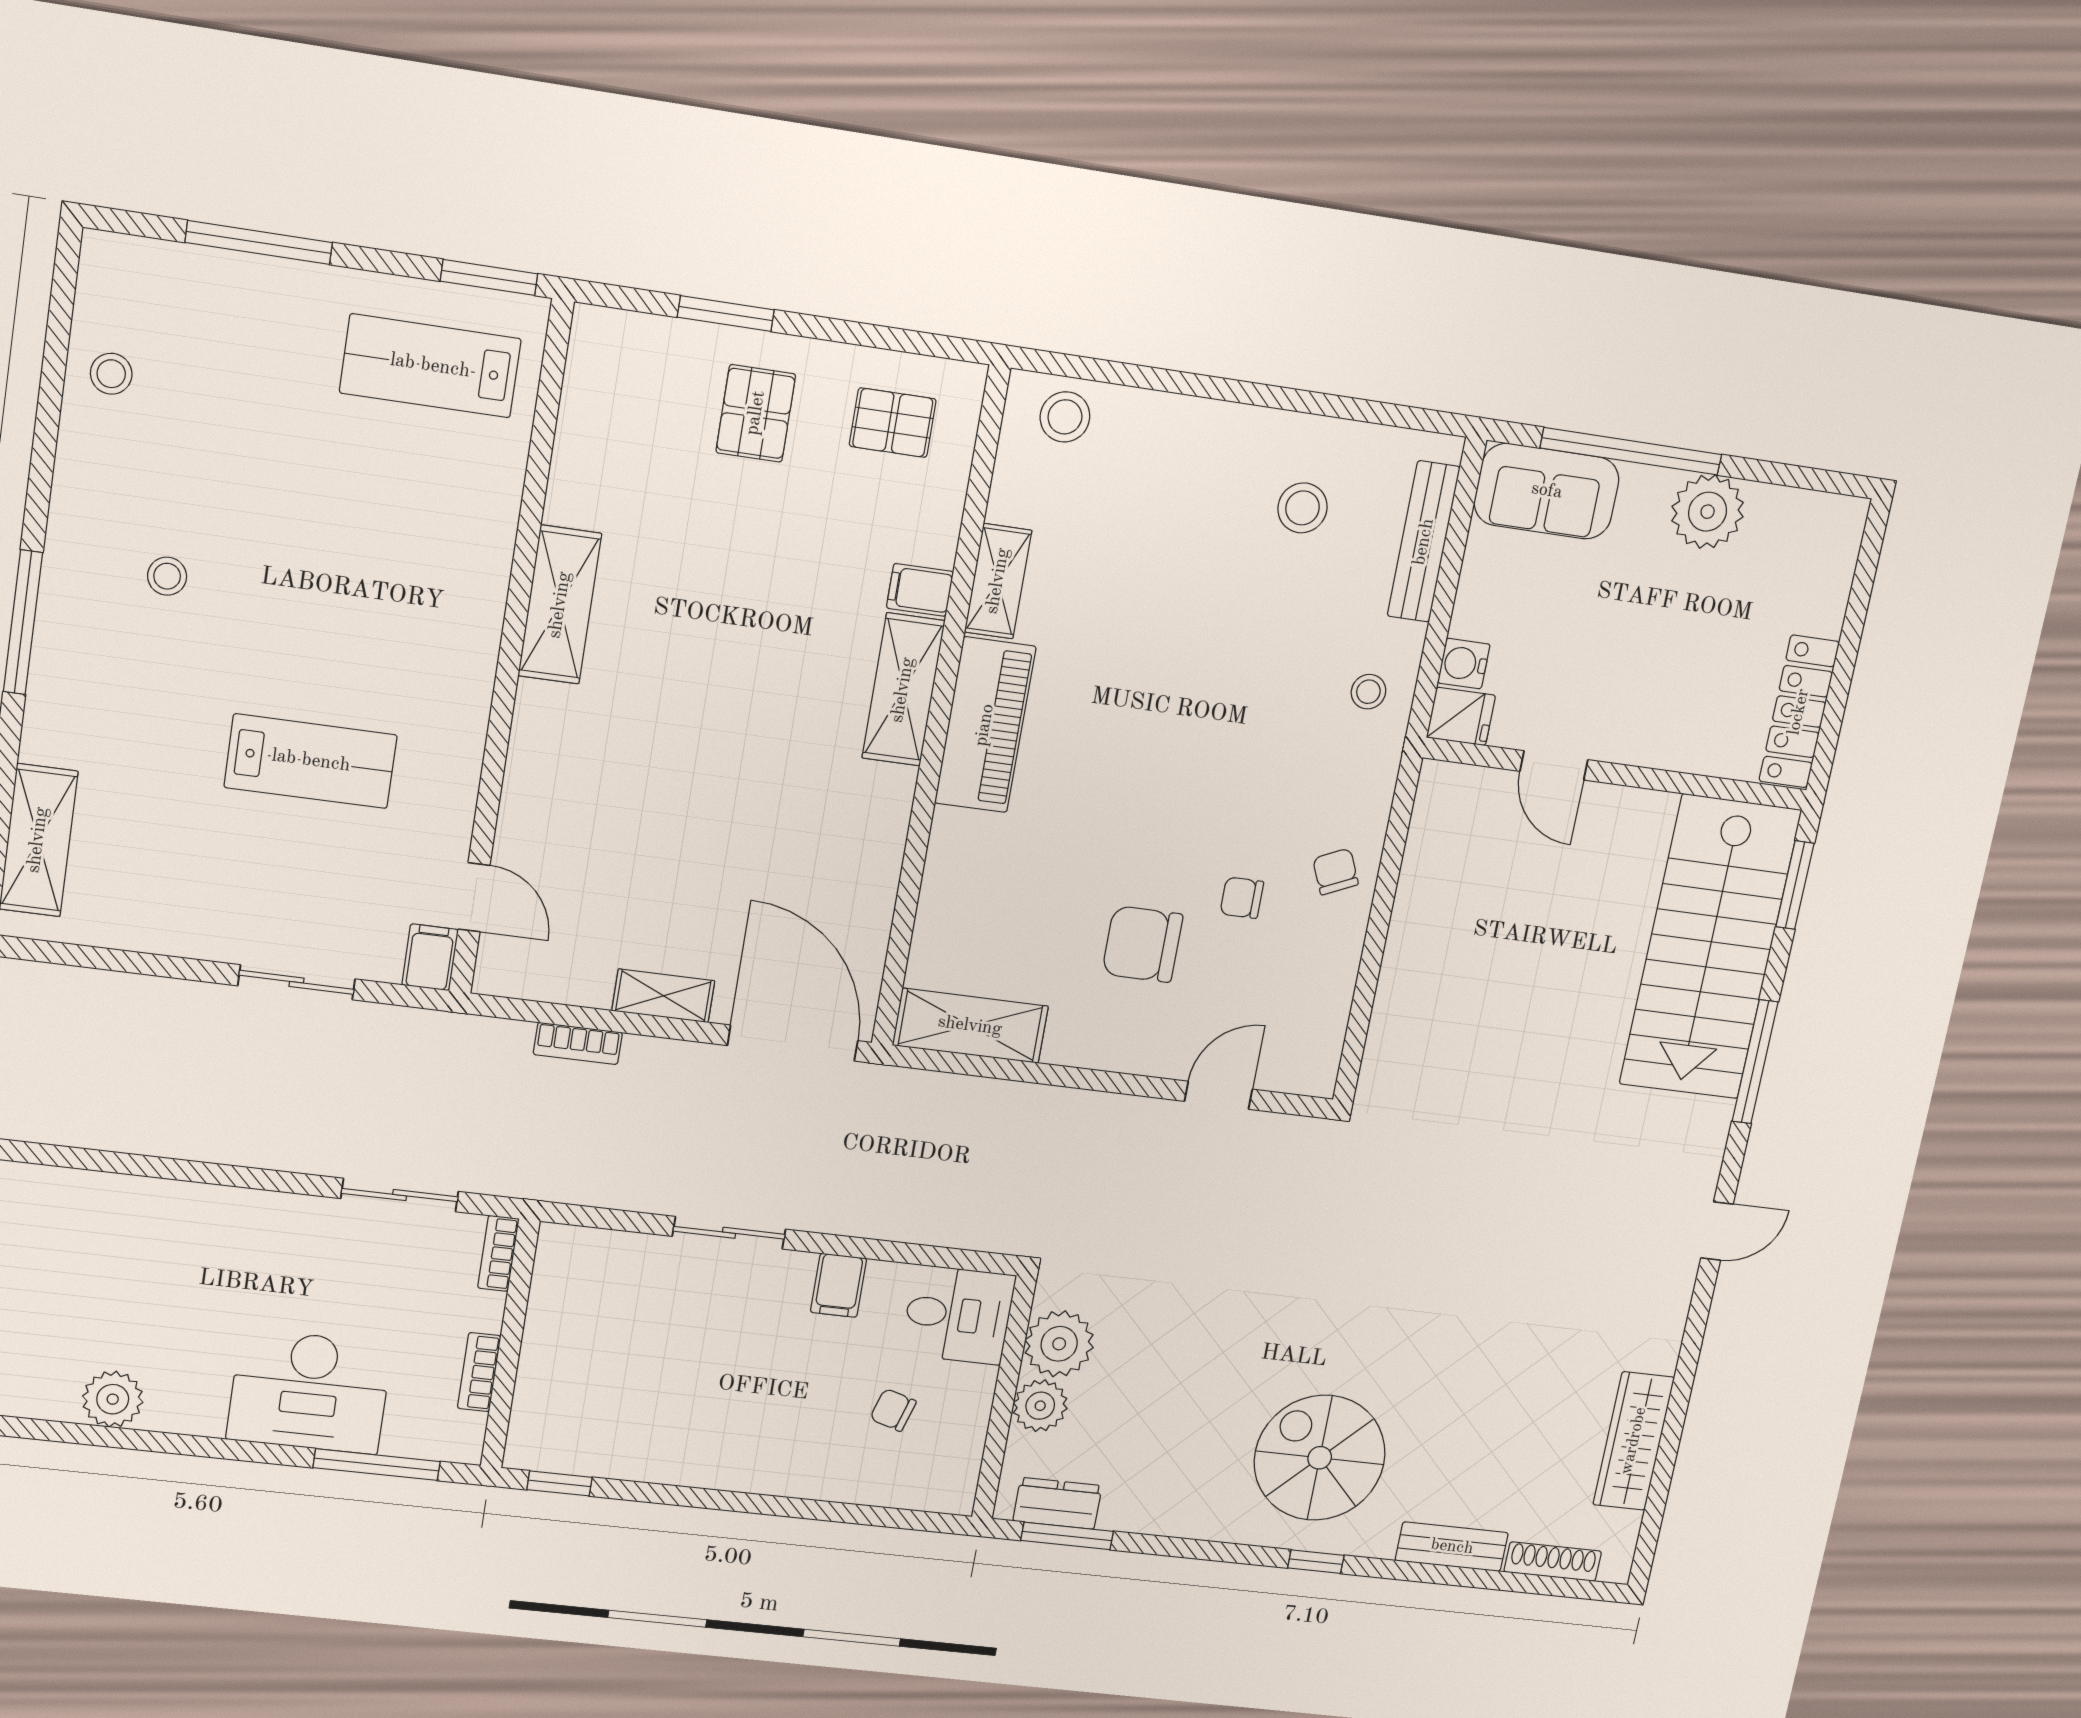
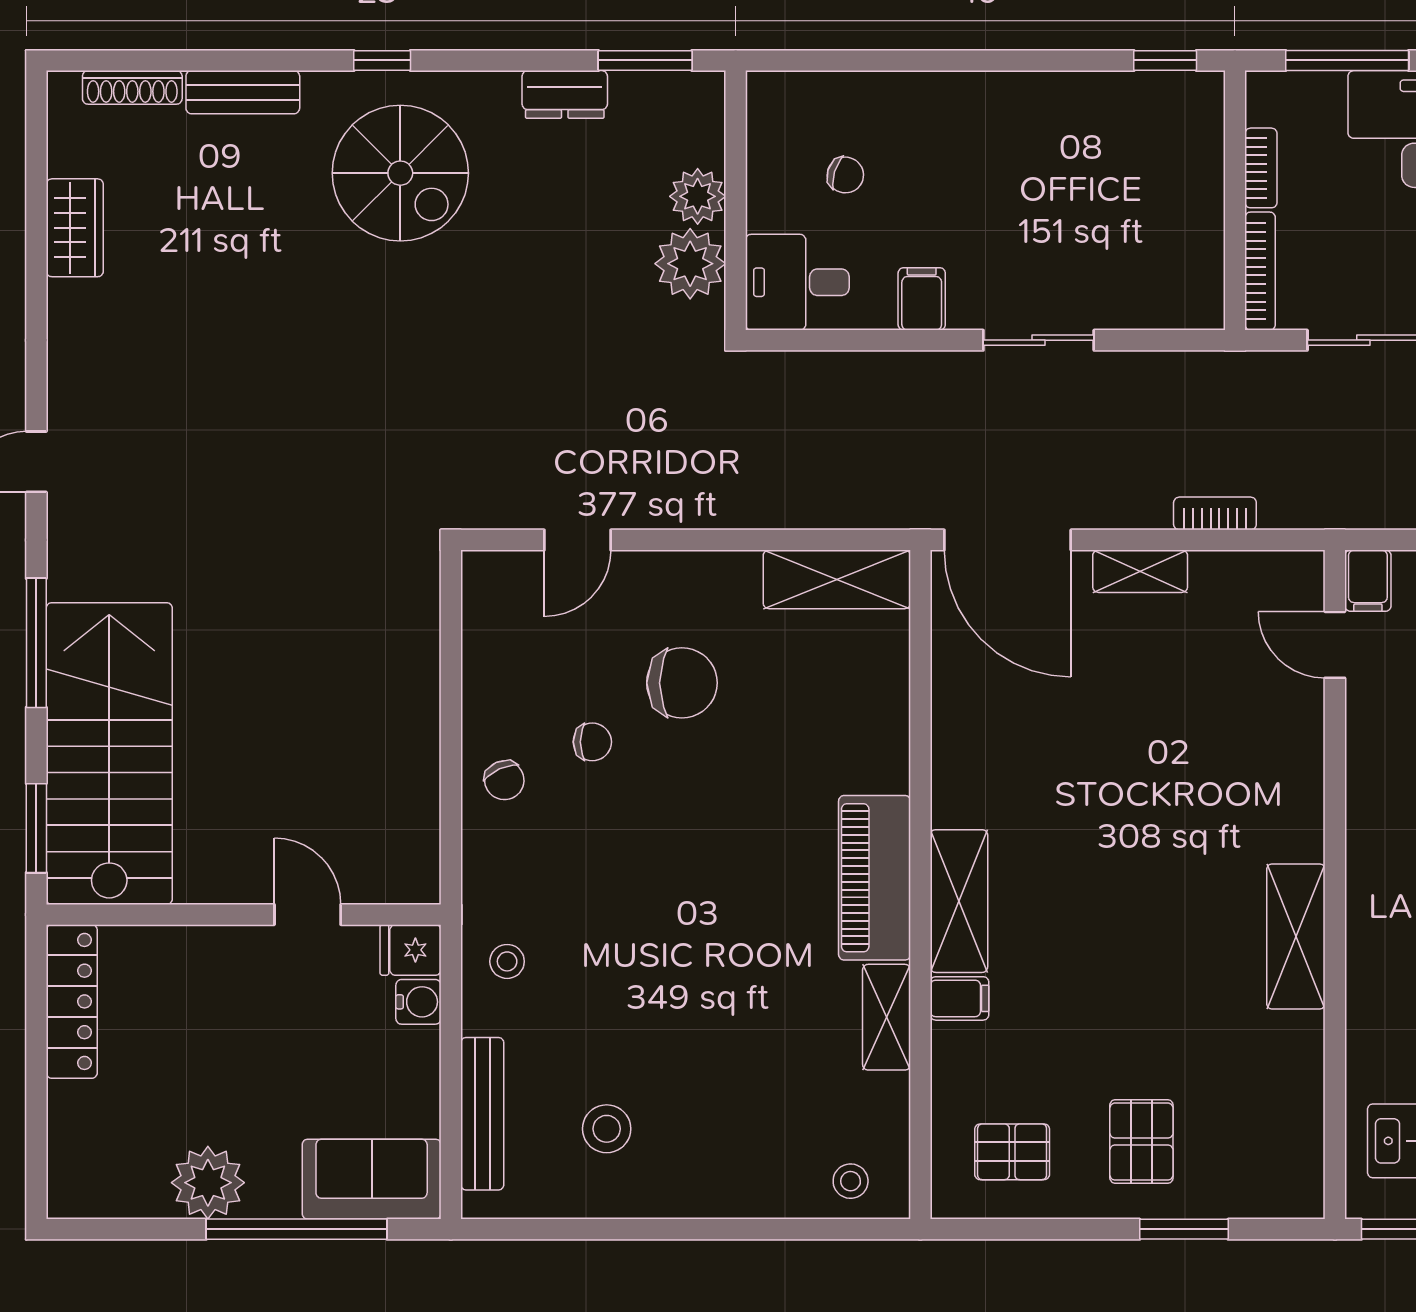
stool: (1065, 417) -> (851, 1181), width x0.73, depth x0.73
bookcase: (498, 1253) -> (1260, 271), width x1.56
wardrobe: (1634, 1441) -> (75, 228), width x0.67
dresser: (1057, 1503) -> (565, 94), moved

